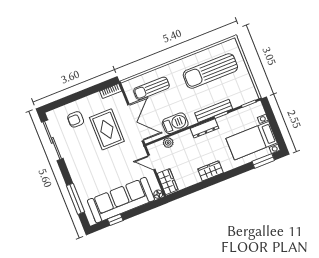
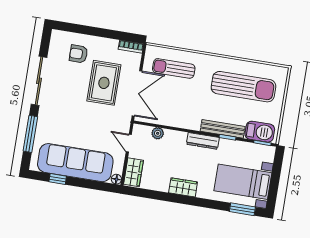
sun lounger: (210, 71) -> (243, 87), turned 180
barbecue: (175, 123) -> (260, 132), moved
sliding door: (52, 140) -> (39, 81), moved

